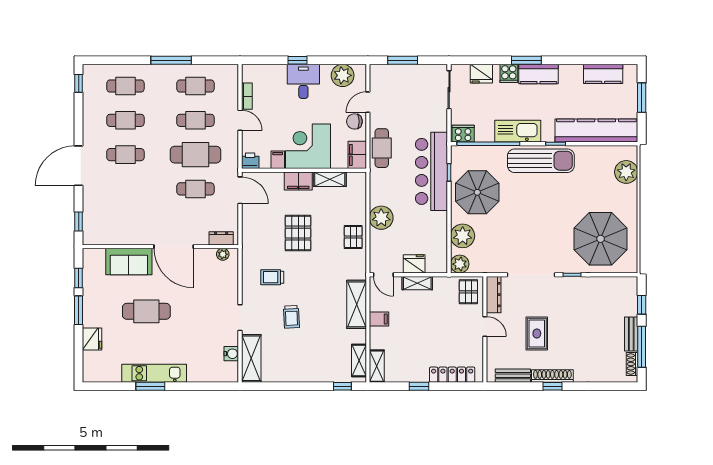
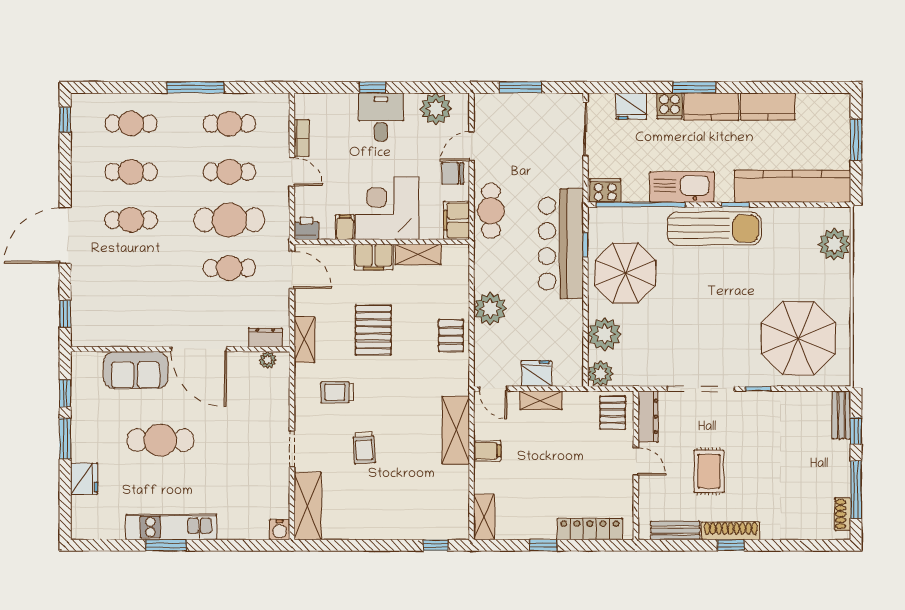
kitchen counter: (603, 74) -> (768, 106), moved
bench: (631, 334) -> (841, 415), moved
water cooler: (231, 354) -> (280, 530), moved, turned 90
shelving: (359, 361) -> (304, 340), moved

